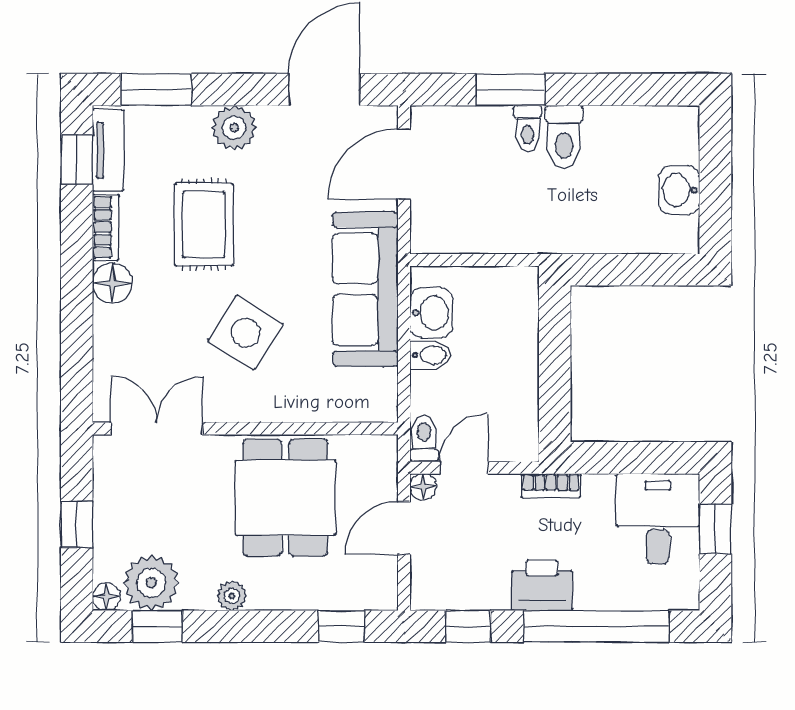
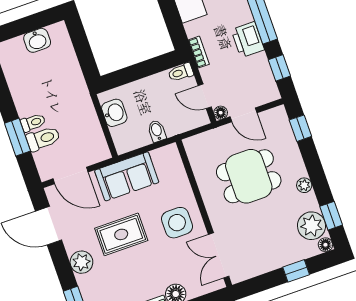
toilet: (564, 137) -> (43, 139), moved
rug: (204, 225) -> (121, 234), moved
sofa: (365, 289) -> (127, 176), width x0.73
washbasin: (431, 313) -> (114, 113), moved, turned 90
side table: (245, 333) -> (177, 223), turned -32
double door: (157, 428) -> (219, 255), moved
wall: (245, 428) -> (204, 213), moved
toilet: (424, 438) -> (181, 72), moved

